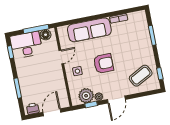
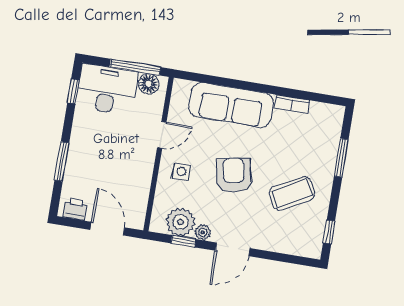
armchair: (103, 63) -> (234, 175), turned -101
coffee table: (141, 76) -> (292, 193), moved
door: (52, 112) -> (107, 229), hinge flipped

